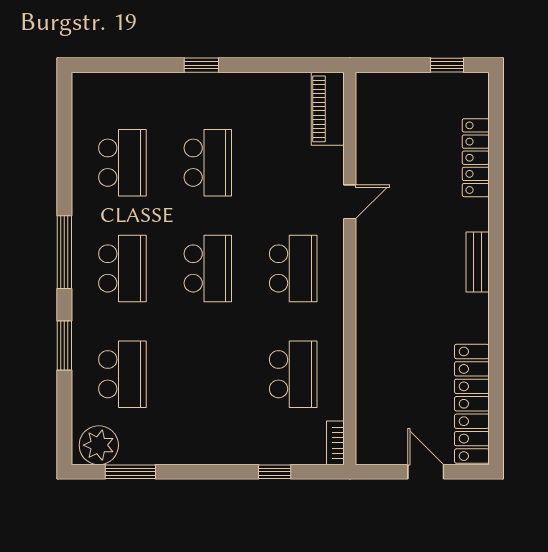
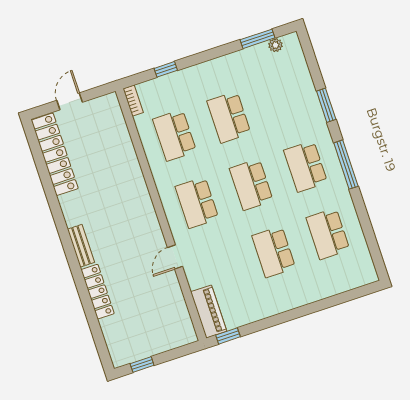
window: (201, 65) -> (228, 336), moved
locker: (476, 158) -> (98, 292), moved
school desk: (122, 374) -> (229, 117), moved
plant: (99, 445) -> (275, 45), width x0.53, depth x0.53
door: (426, 472) -> (70, 101), swing flipped

